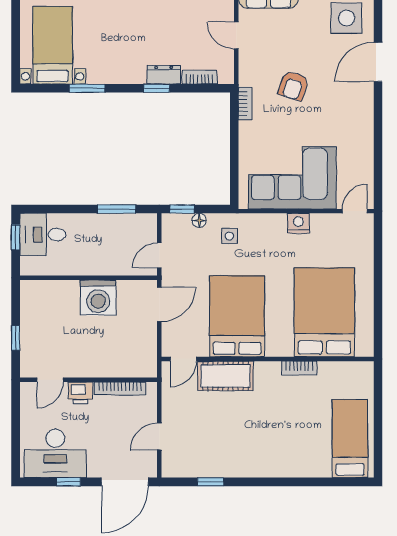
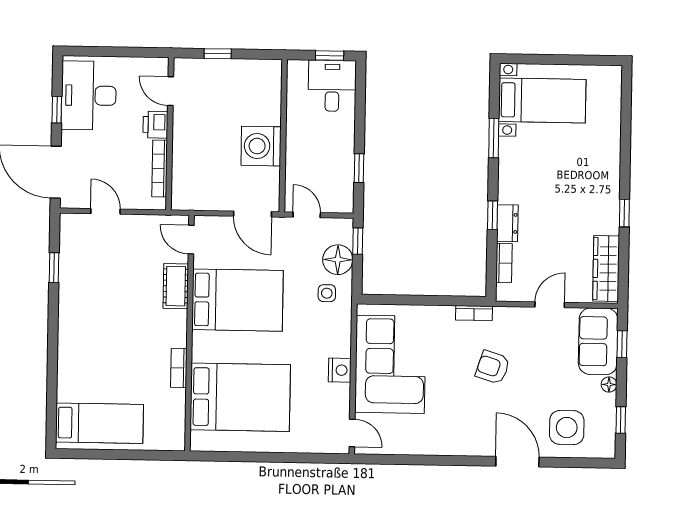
window: (116, 209) -> (359, 168), width x0.67
floor lamp: (199, 220) -> (338, 260), width x1.89, depth x1.89
cot: (225, 376) -> (176, 286), width x0.73, depth x0.75

